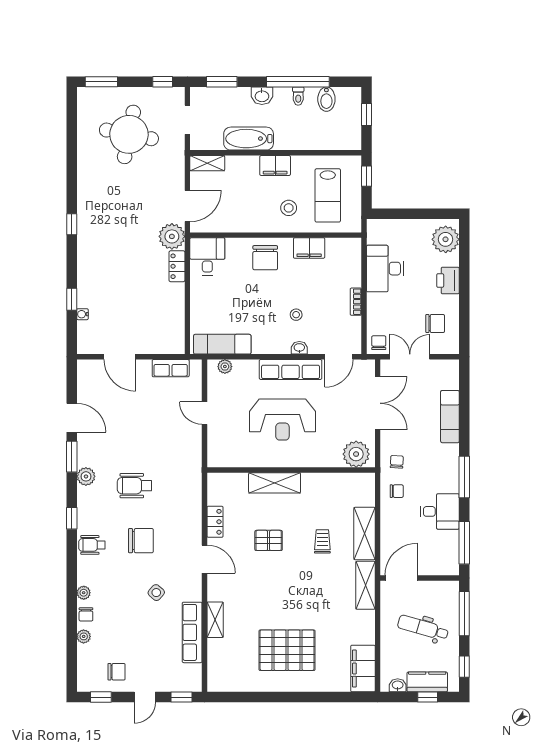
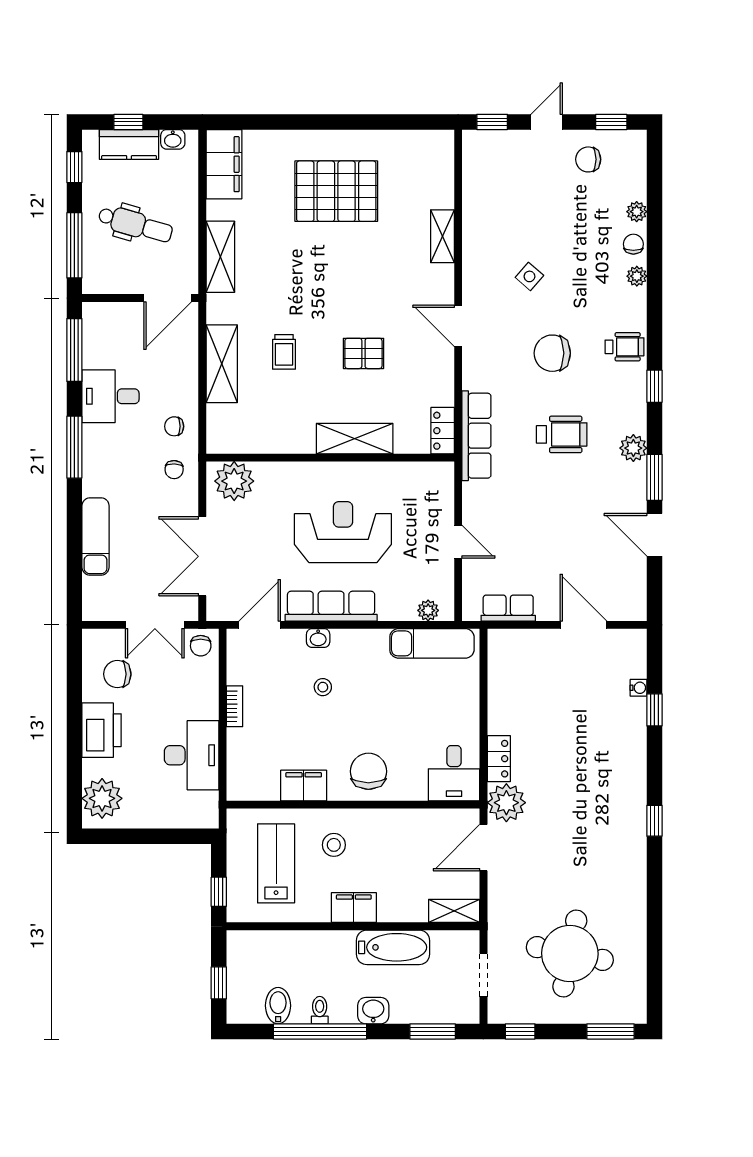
printer: (448, 280) -> (102, 730), width x1.37, depth x1.19
locker: (215, 522) -> (443, 431), moved
shelving: (365, 585) -> (220, 257), moved
row of seats: (192, 632) -> (476, 436), moved

